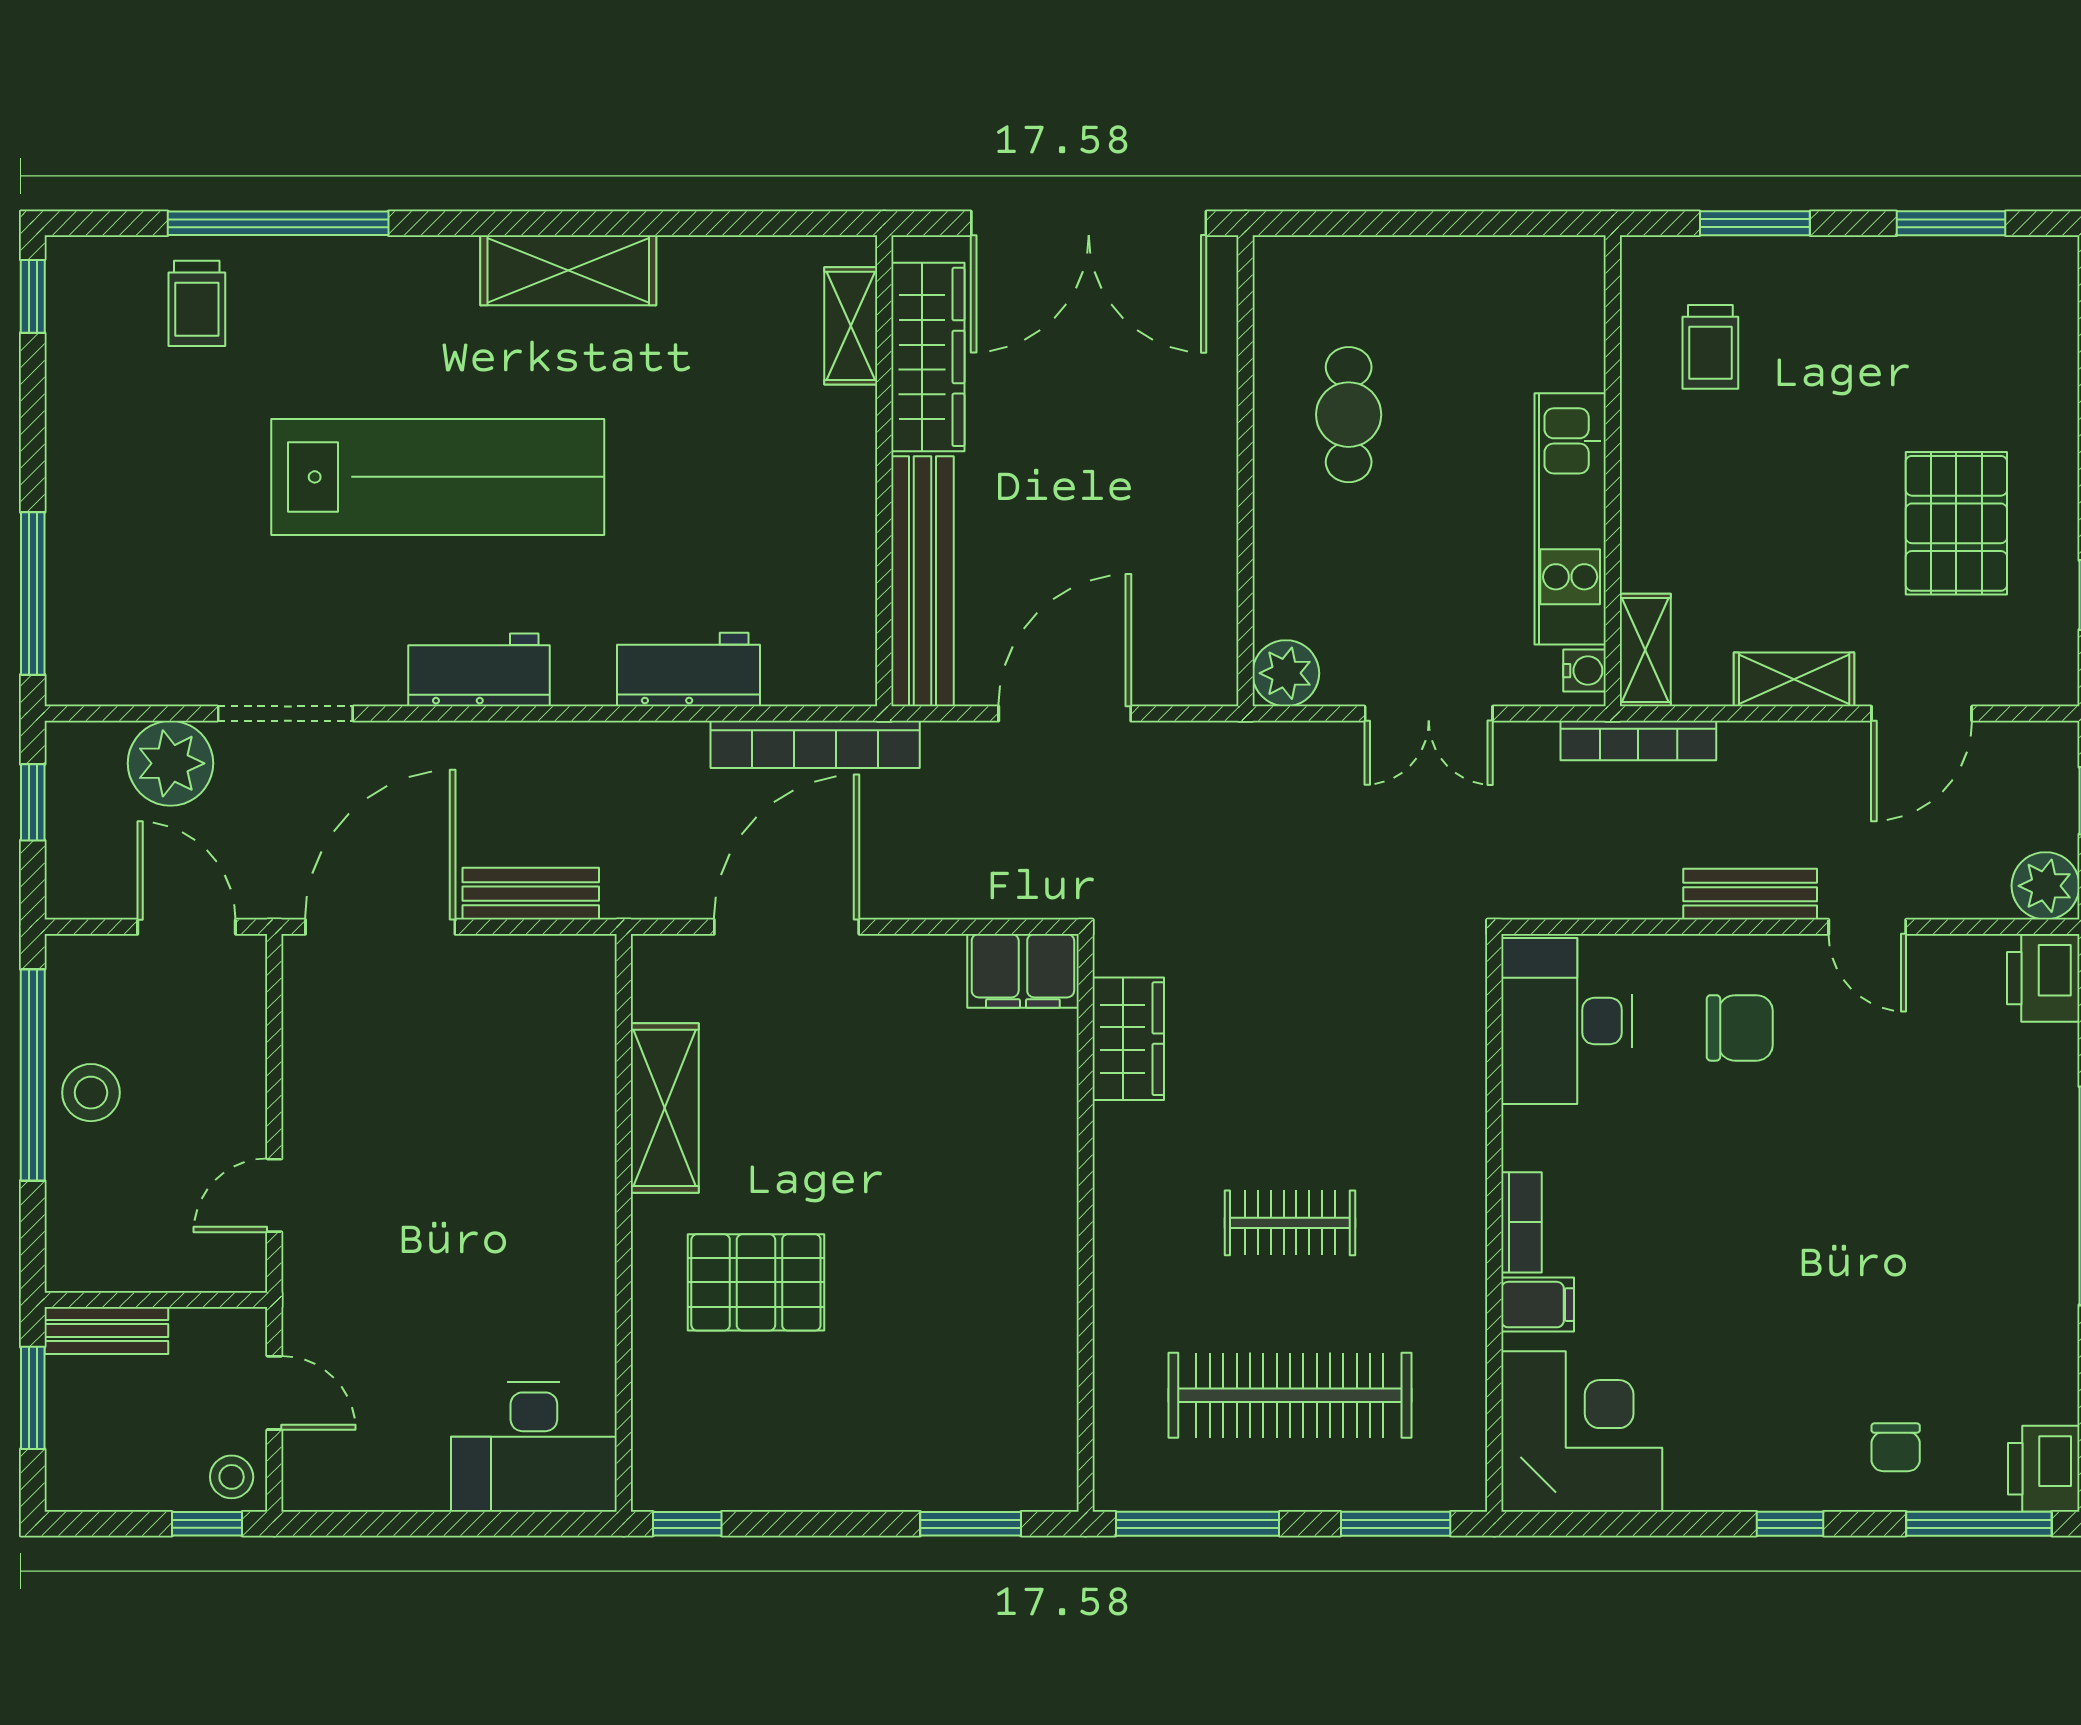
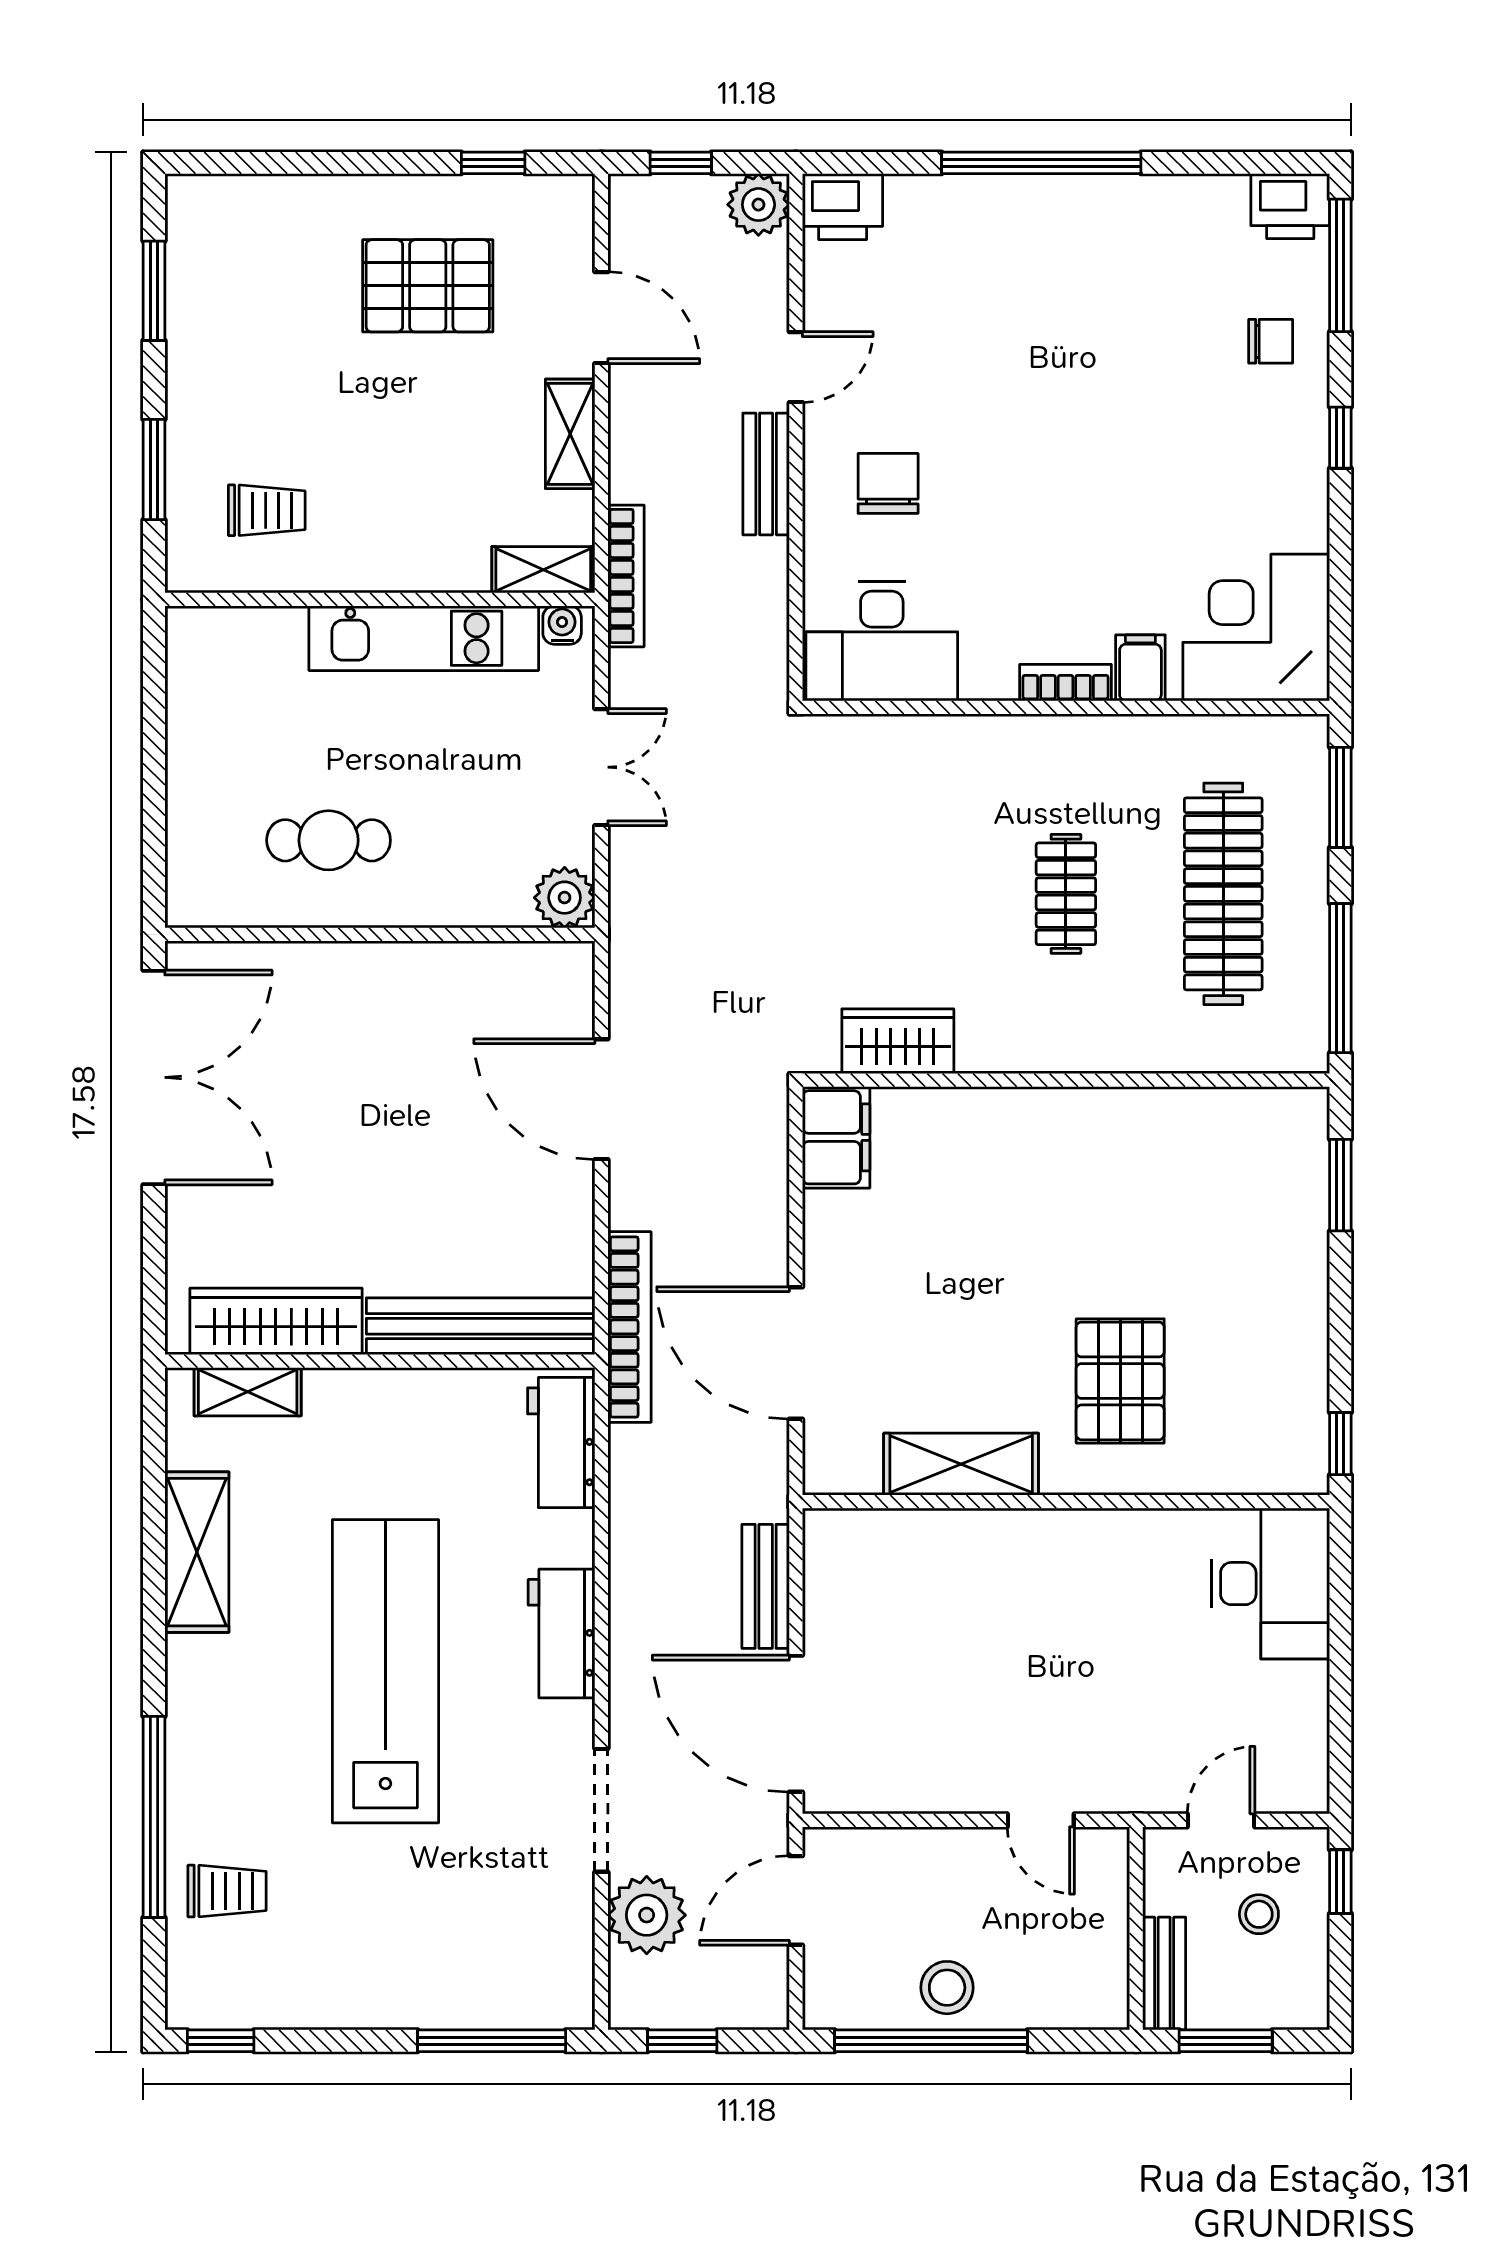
shelving: (851, 326) -> (248, 1392), moved
wardrobe: (928, 357) -> (276, 1321), moved
wall: (884, 471) -> (380, 1361), moved
bench: (923, 581) -> (481, 1326), moved
stool: (232, 1477) -> (1259, 1914), moved

